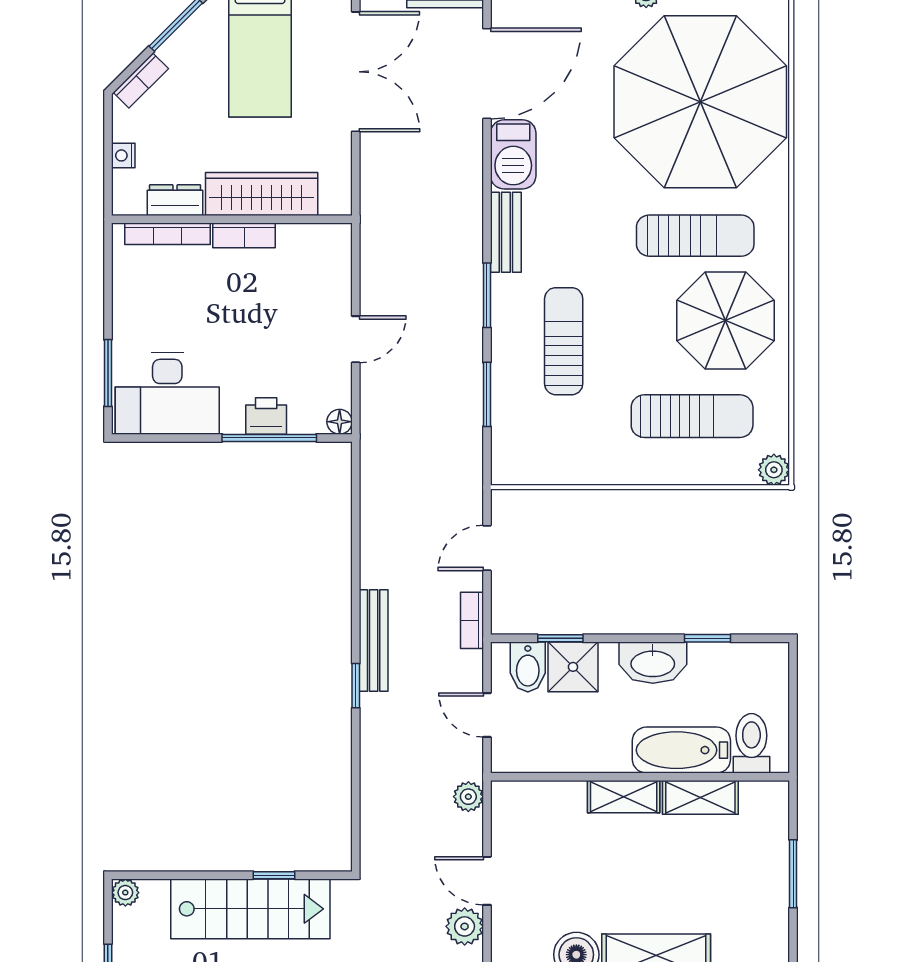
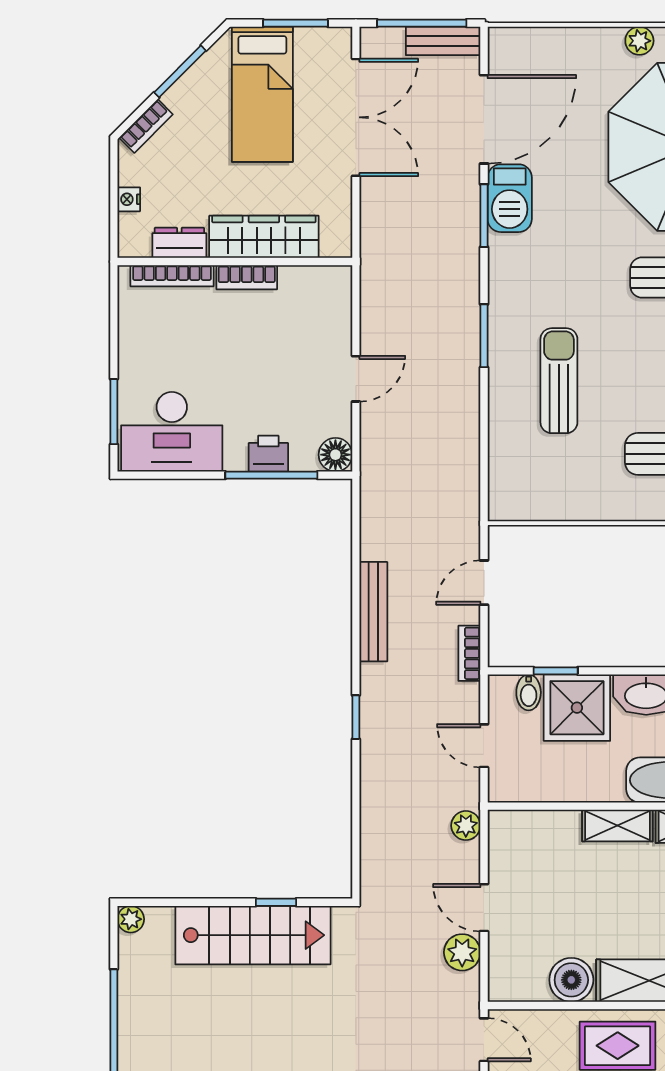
bench: (506, 232) -> (503, 274), removed
window: (487, 394) -> (484, 216), moved
floor lamp: (340, 422) -> (335, 455), width x1.37, depth x1.37
bench: (374, 641) -> (373, 612), moved
bidet: (528, 667) -> (529, 692), width x0.72, depth x0.74
shower: (573, 667) -> (577, 708), width x1.36, depth x1.36

